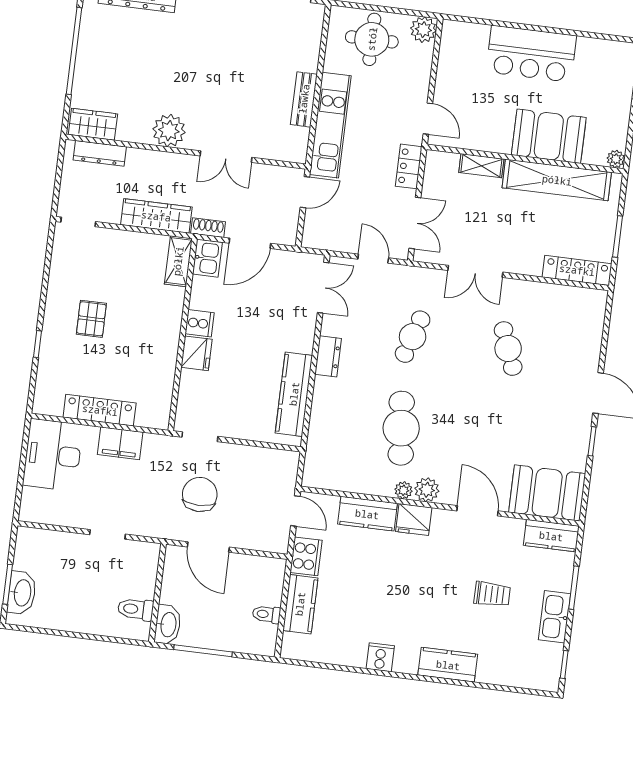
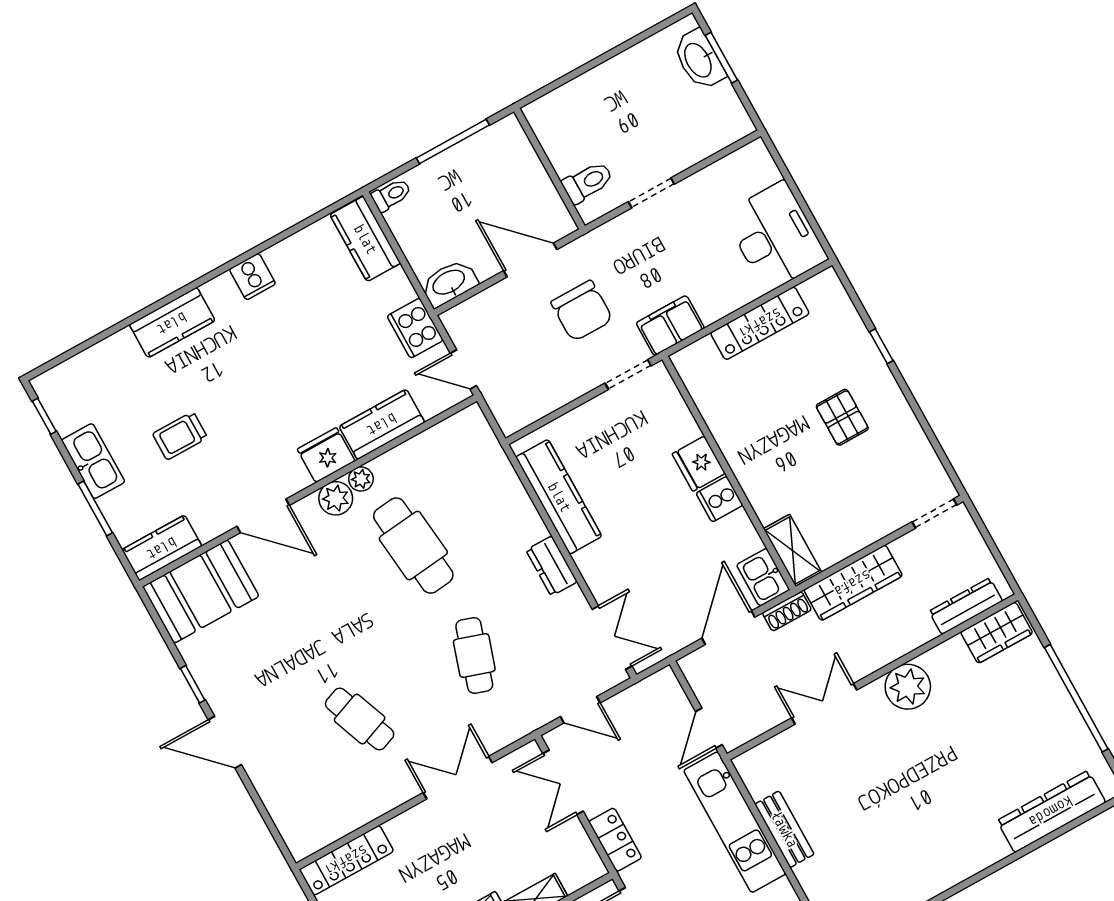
double door: (323, 288) -> (612, 638), swing flipped
filing cabinet: (120, 443) -> (670, 326), moved
kitchen counter: (300, 604) -> (365, 239), moved
toilet: (136, 609) -> (588, 182), moved
toilet: (266, 614) -> (391, 195), moved
washbasin: (168, 625) -> (449, 283), moved, turned 90

